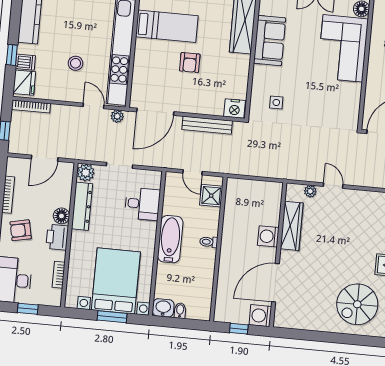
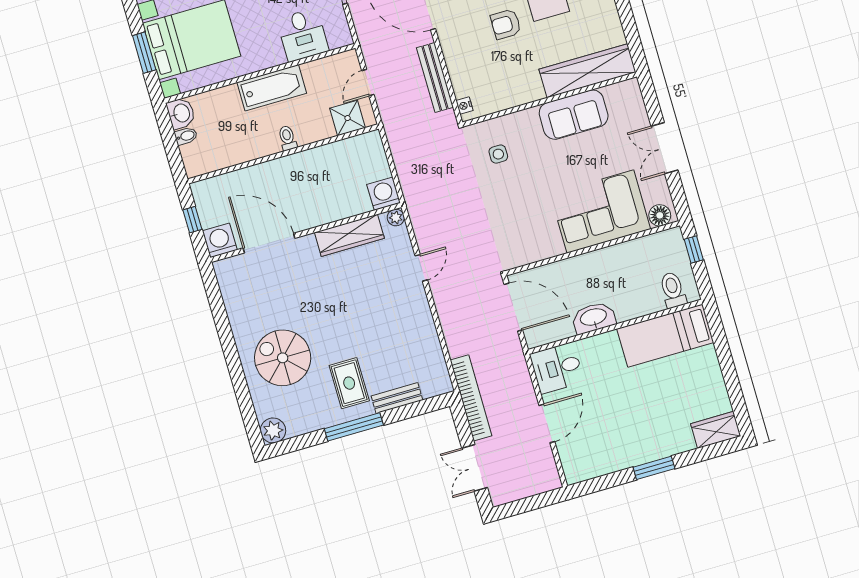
nightstand: (234, 109) -> (464, 106), width x0.53, depth x0.56
plant: (310, 191) -> (396, 218), moved
washing machine: (268, 236) -> (384, 194), moved

